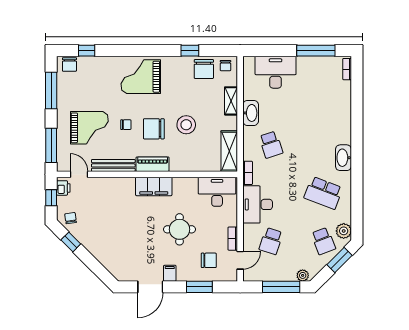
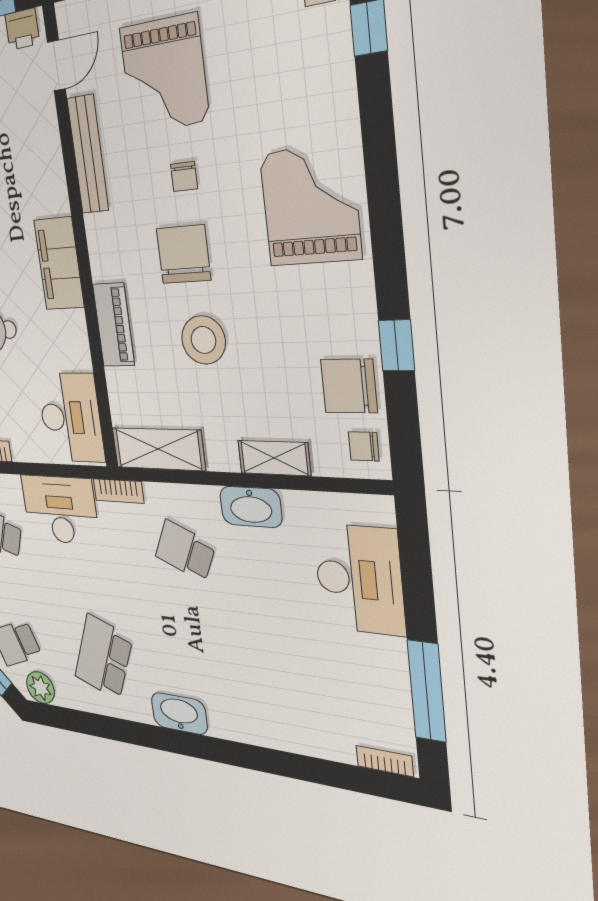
school desk: (271, 145) -> (185, 551), turned 42
piano: (153, 164) -> (114, 325), moved

